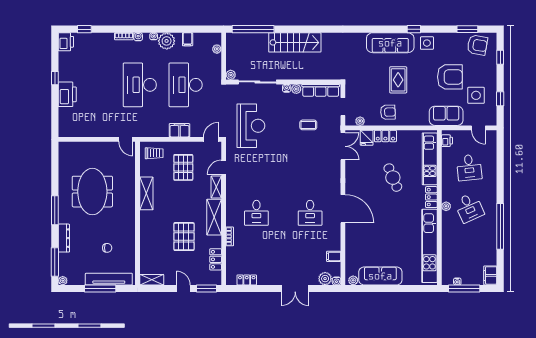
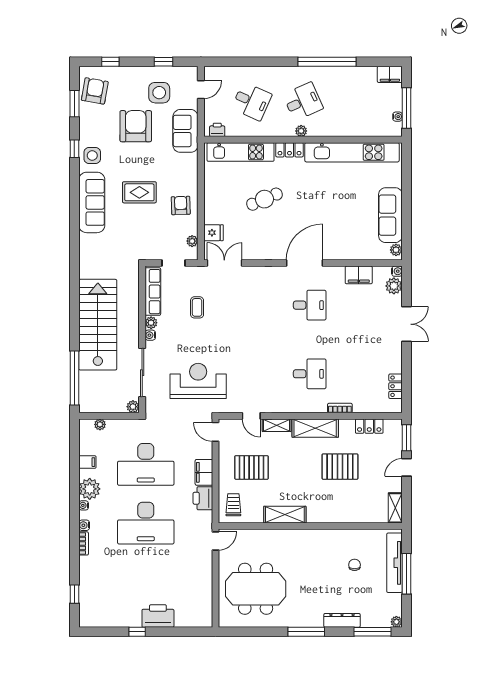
window: (414, 29) -> (74, 149), moved
printer: (66, 42) -> (203, 498), moved, turned -90
stairs: (295, 42) -> (98, 325), width x1.36, depth x1.51
locker: (385, 136) -> (211, 209), removed
desk: (469, 168) -> (252, 101), turned 30
meeting table: (92, 192) -> (256, 589), moved
filing cabinet: (334, 256) -> (359, 275), width x2.00

